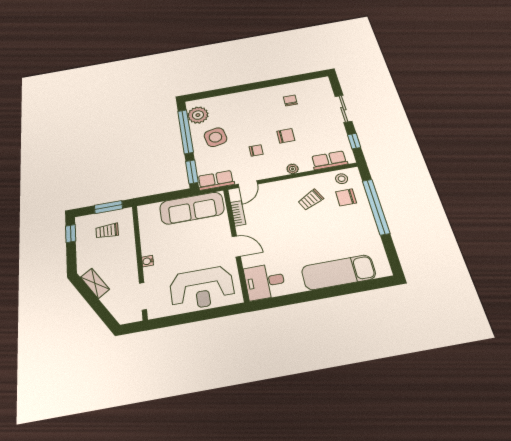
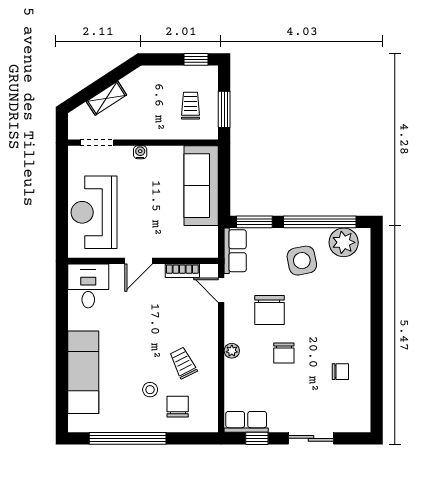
chair: (256, 150) -> (269, 310), width x1.87, depth x1.87
row of seats: (329, 160) -> (246, 422), moved, turned -90
stool: (342, 179) -> (150, 390), moved
window: (376, 207) -> (128, 438), moved
sofa: (192, 208) -> (201, 186), moved
shelving: (95, 283) -> (106, 98), moved

